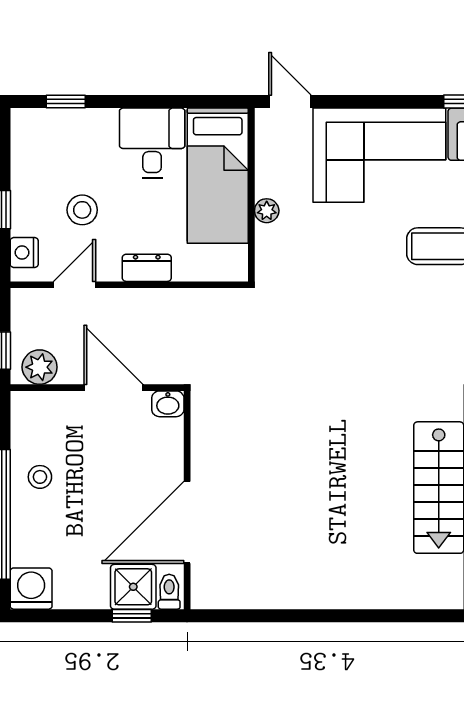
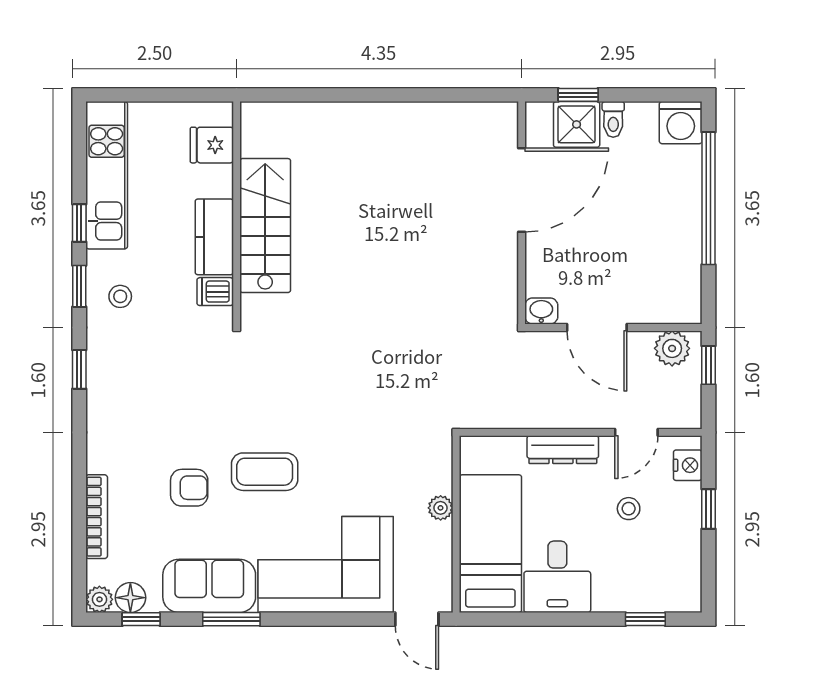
stool: (82, 210) -> (629, 509), width x0.73, depth x0.73
dresser: (147, 268) -> (563, 450), width x1.44
stool: (40, 477) -> (672, 236), removed
toilet: (169, 592) -> (613, 119), moved

